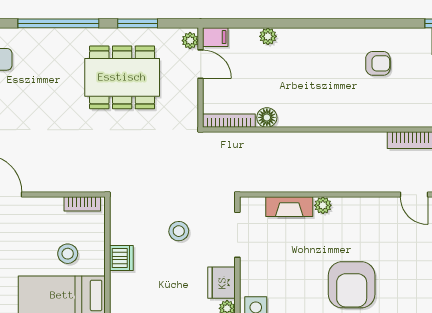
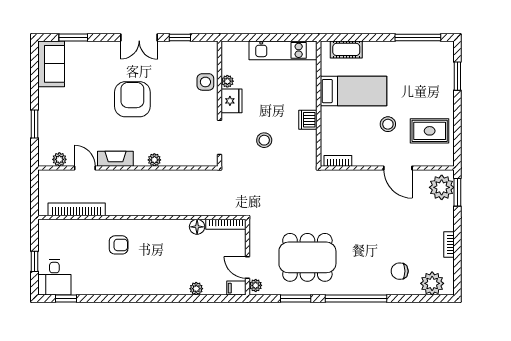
armchair: (378, 63) -> (119, 245), moved, turned 180
fireplace: (289, 207) -> (115, 159), moved
stool: (68, 254) -> (388, 124), moved

